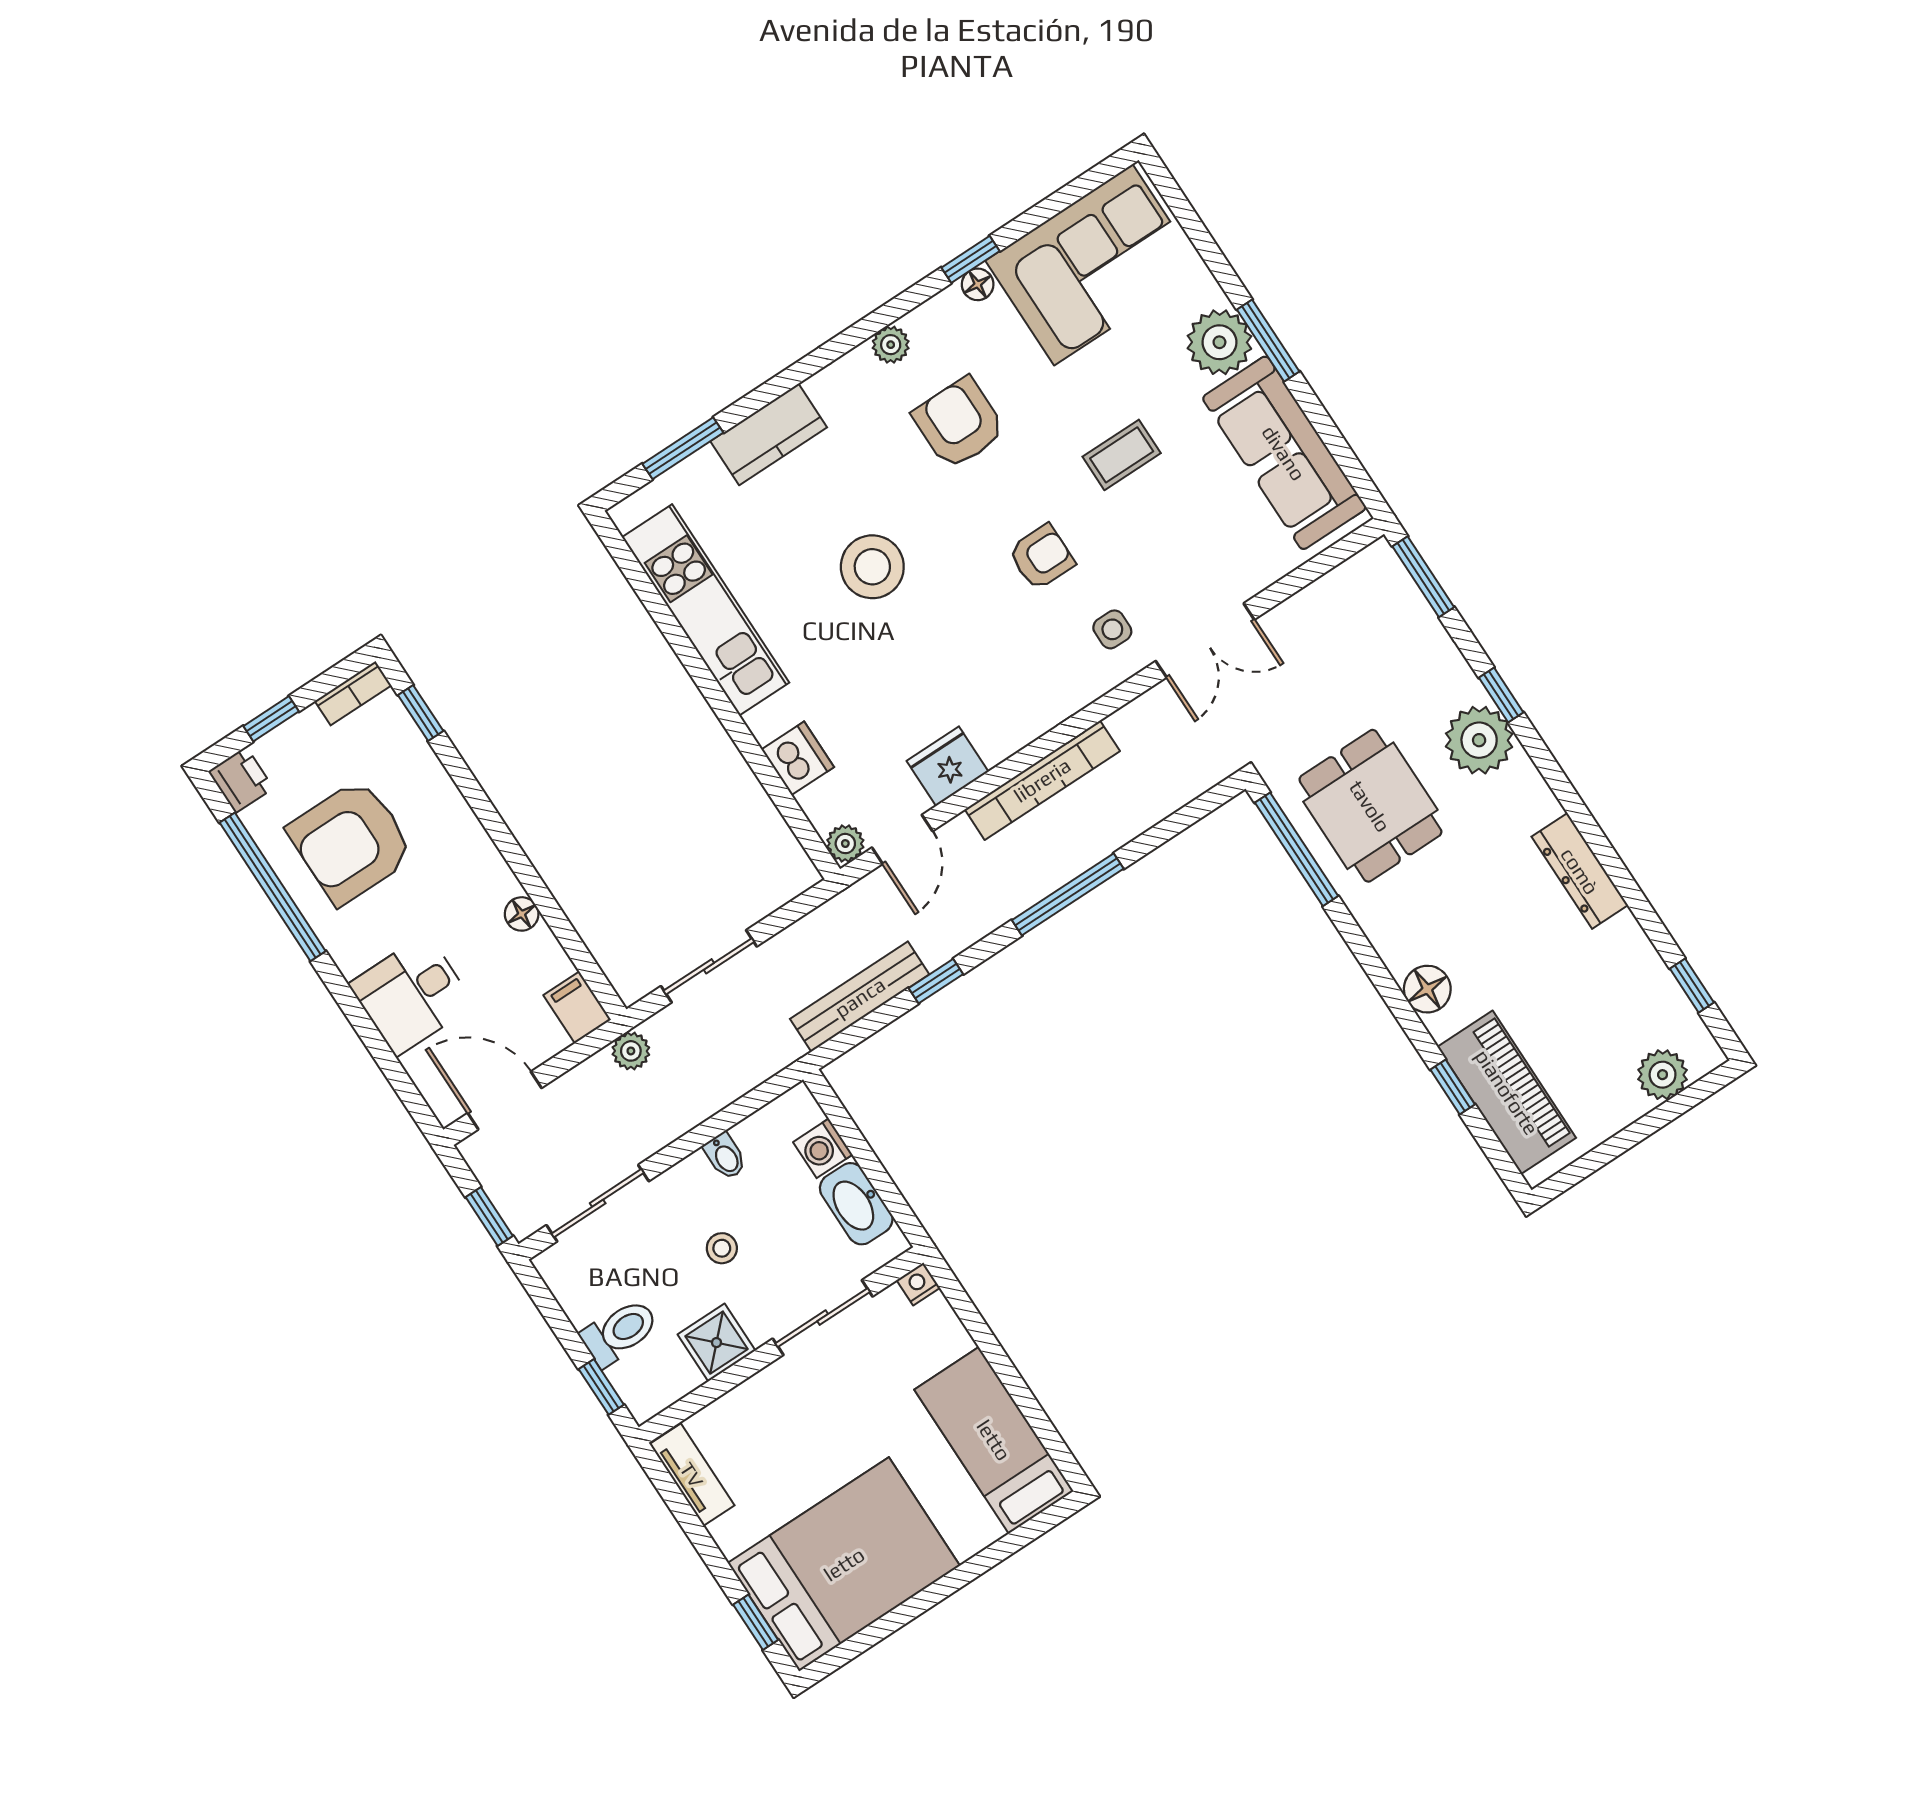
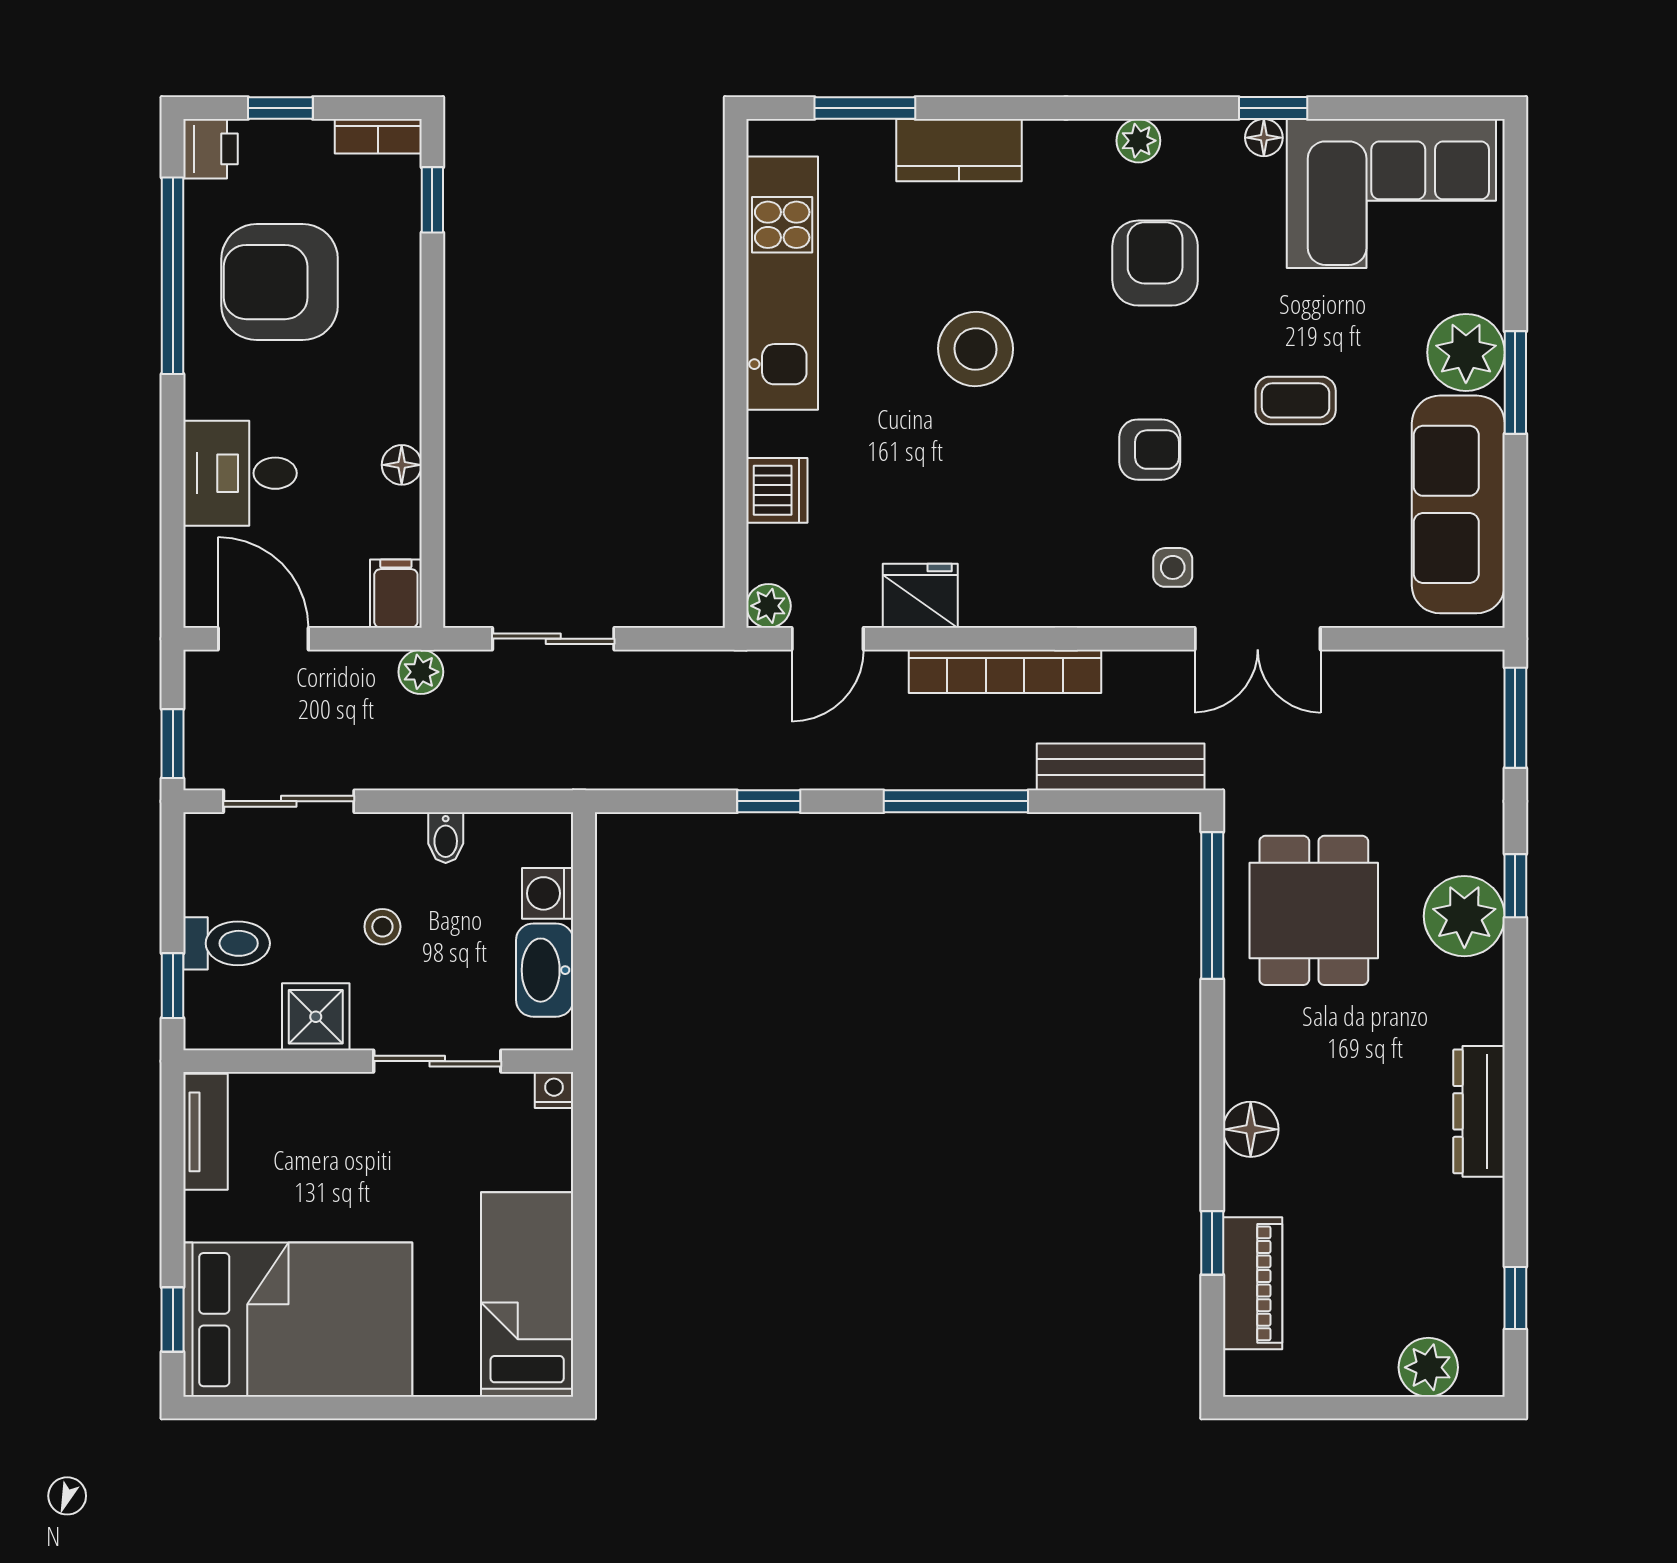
bench: (860, 997) -> (1121, 767), moved
piano: (1507, 1092) -> (1253, 1283), width x0.73, depth x0.75

